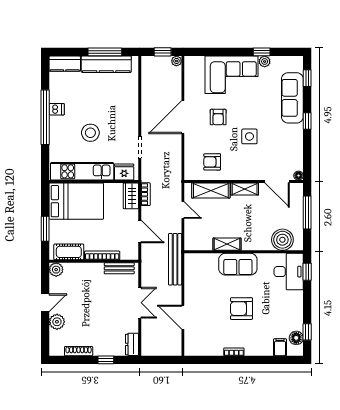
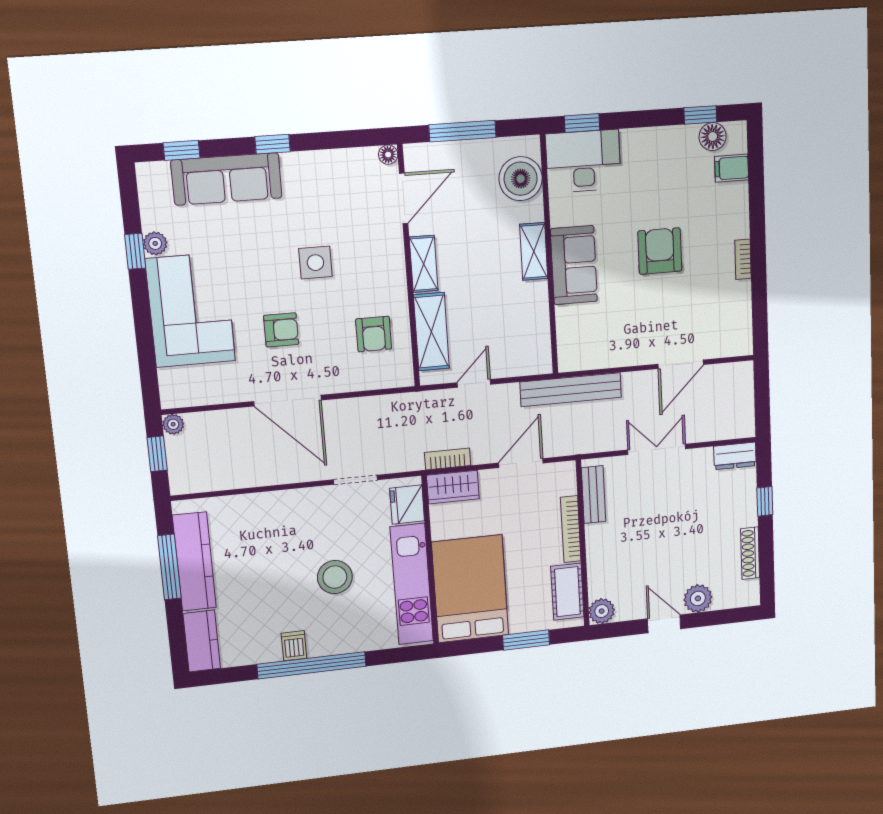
shelving: (227, 244) -> (534, 251), moved
armchair: (241, 309) -> (660, 251), turned 180

